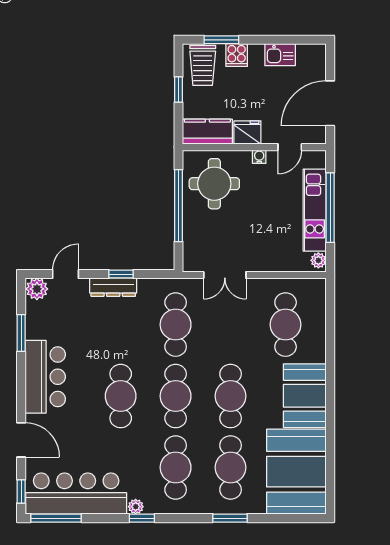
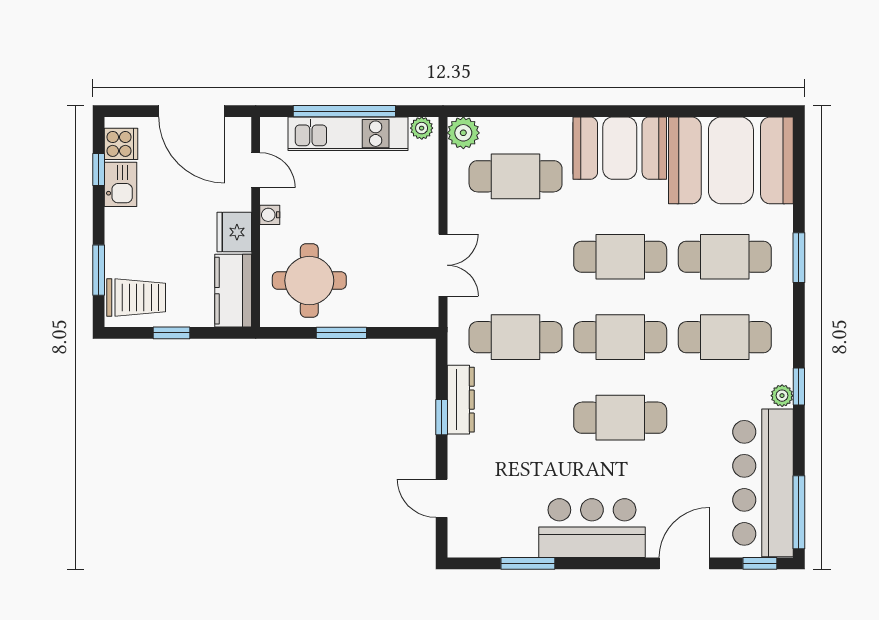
window: (290, 40) -> (99, 169), added
cooker: (237, 55) -> (121, 144), moved
window: (179, 206) -> (341, 333), width x0.47
dresser: (113, 287) -> (461, 400), moved
plant: (37, 289) -> (463, 133), moved

